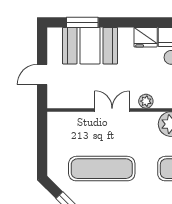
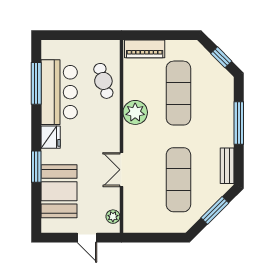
window: (82, 22) -> (36, 167), moved
plant: (146, 101) -> (113, 217), moved

